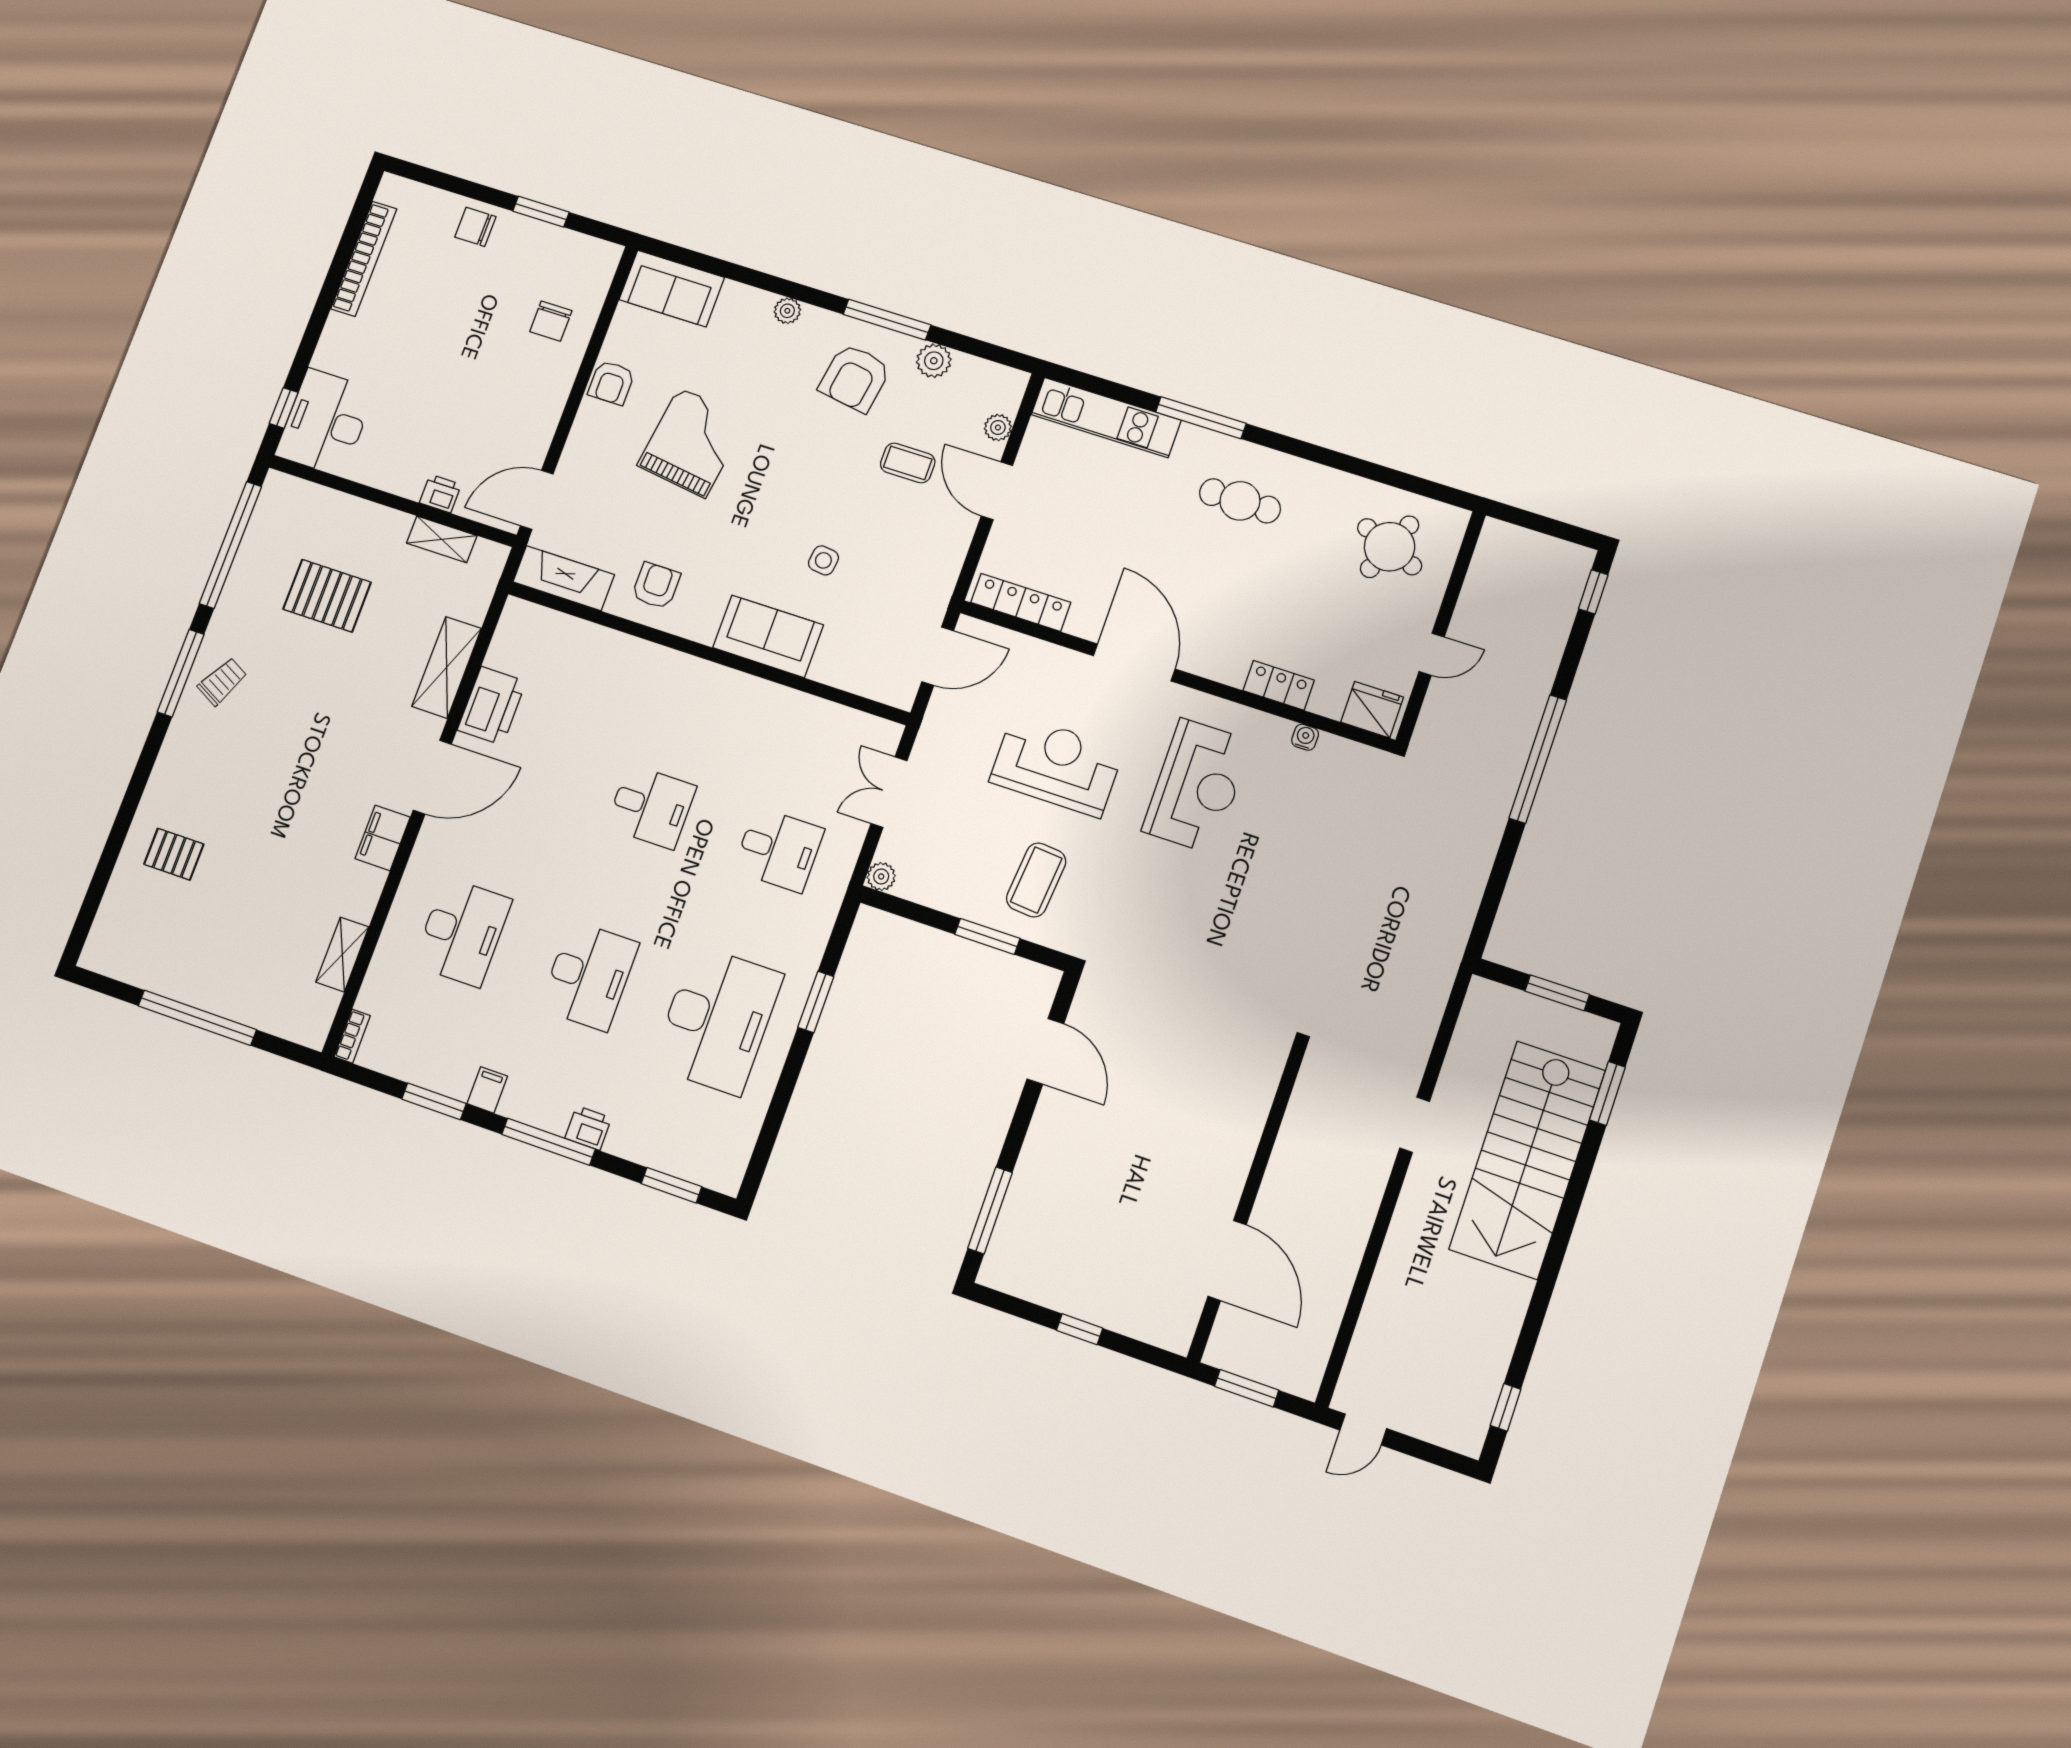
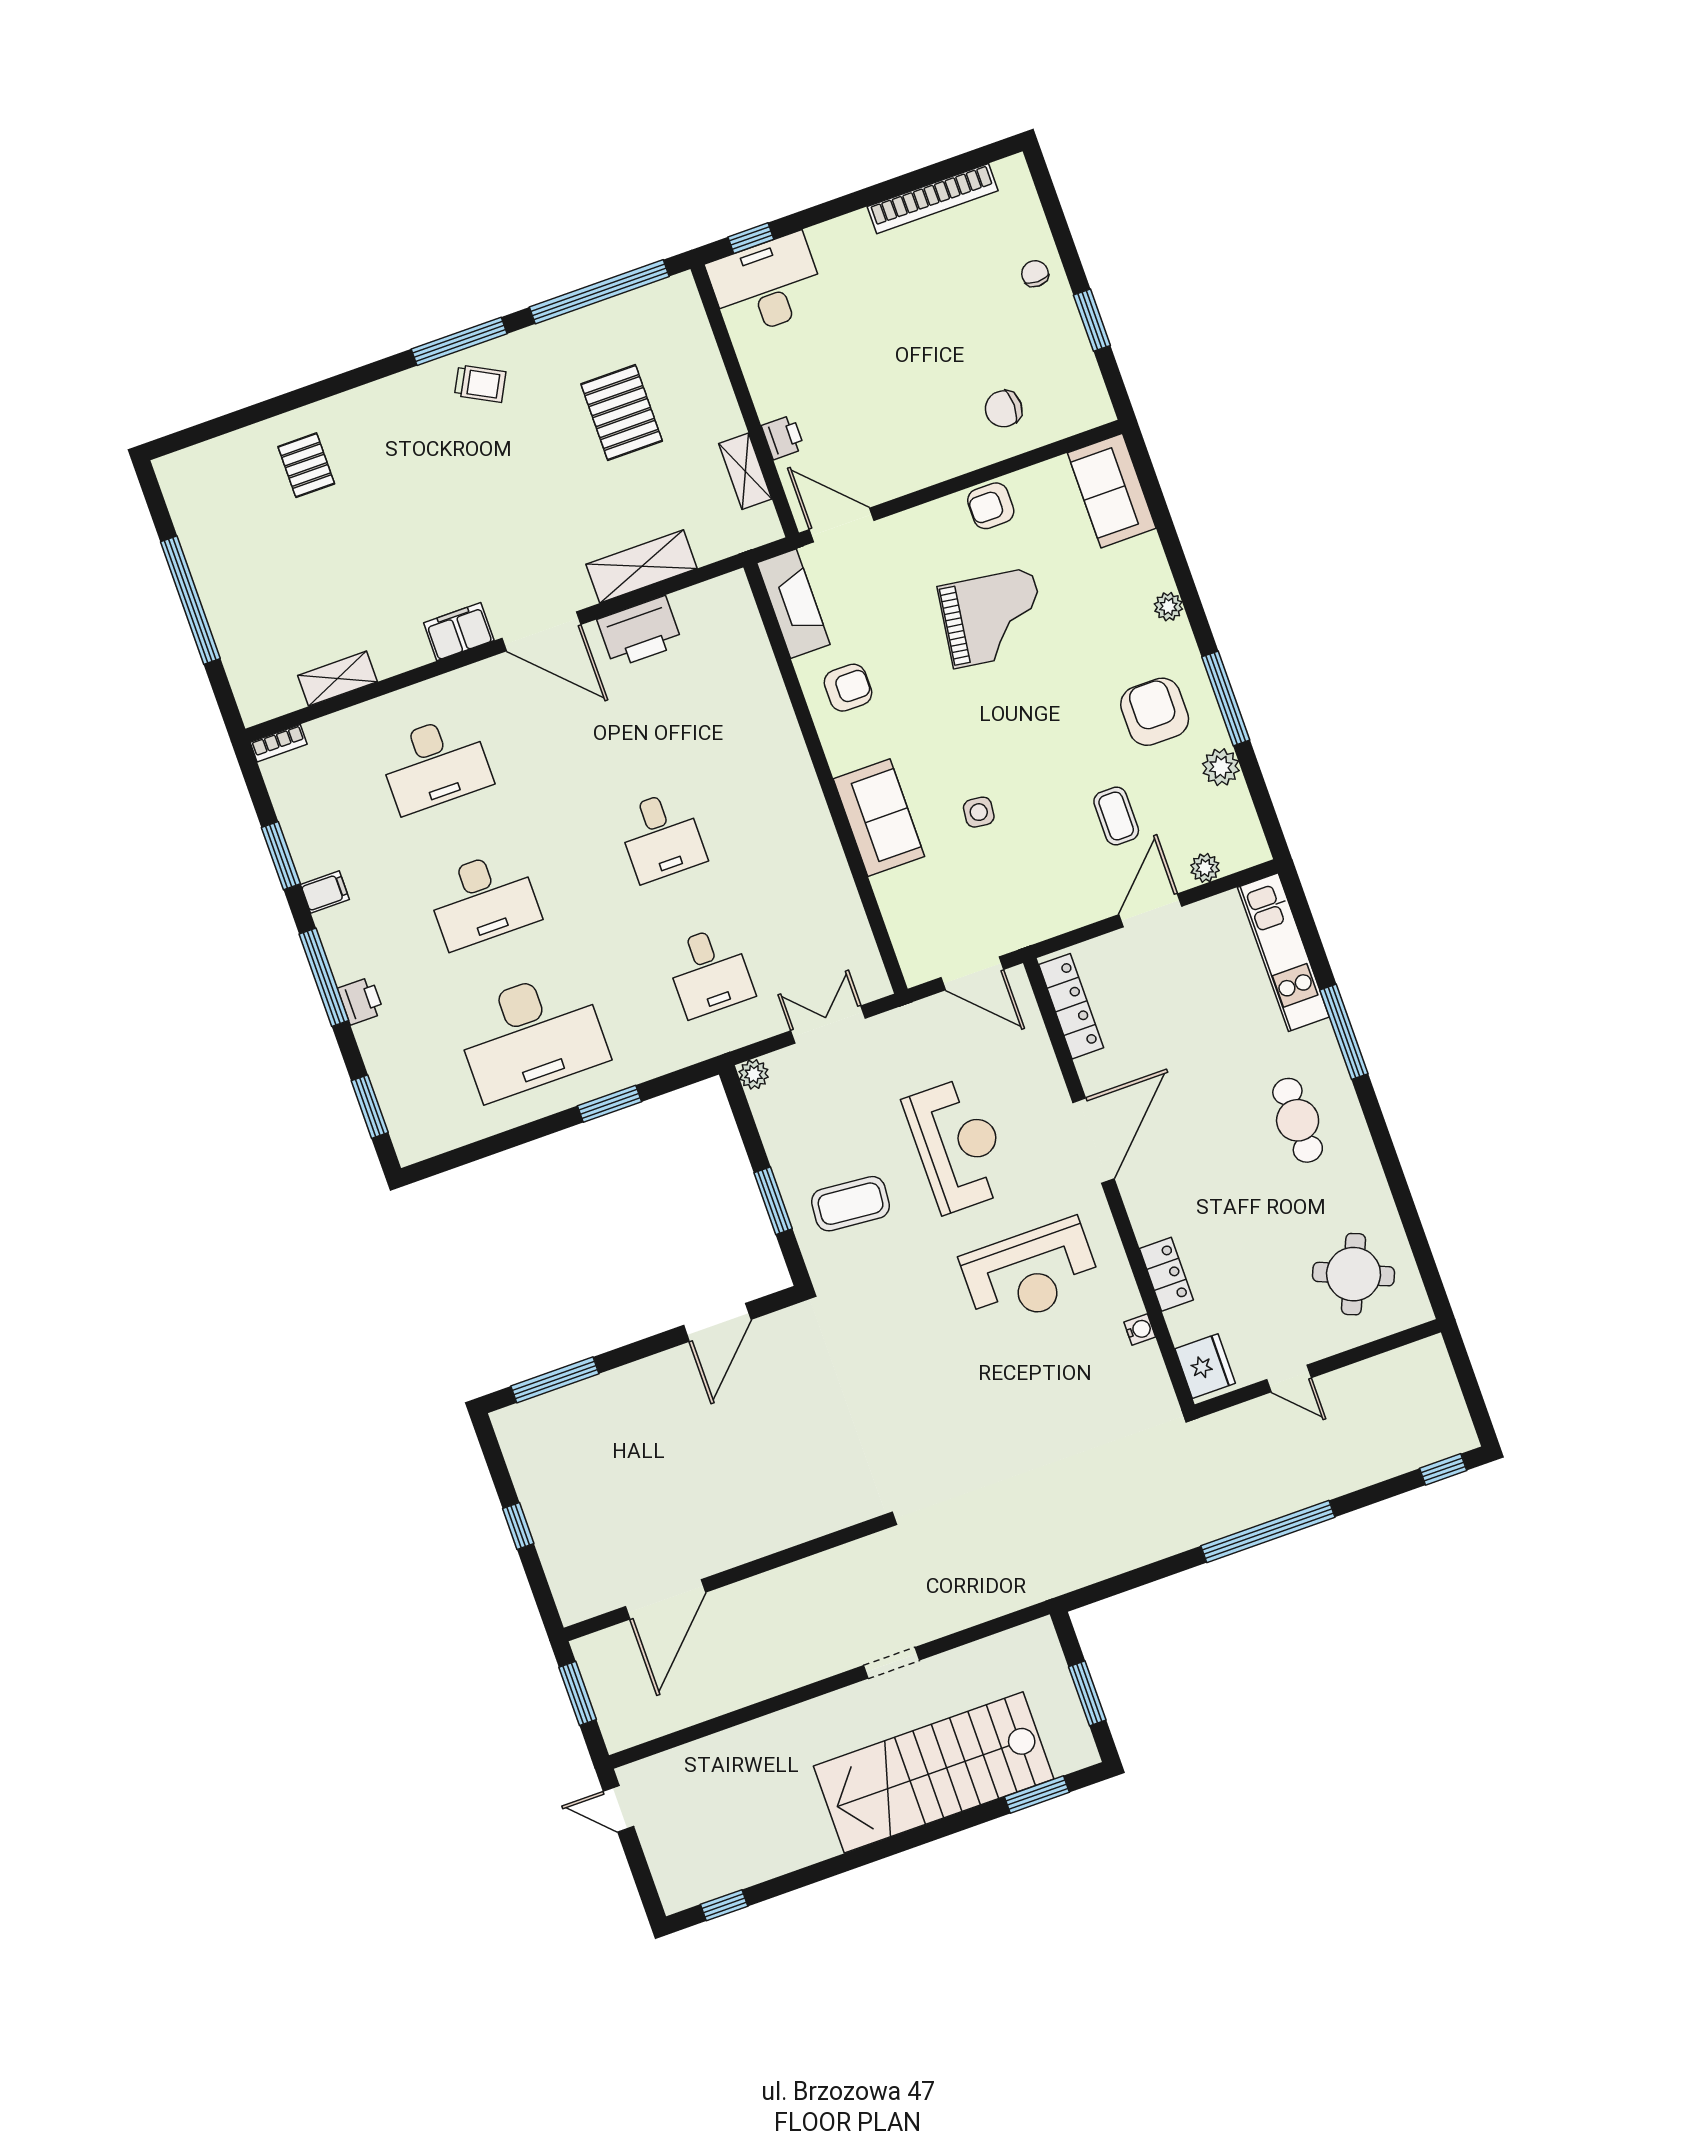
chair: (475, 227) -> (1035, 274), width x0.73, depth x0.73
armchair: (855, 378) -> (1155, 712), turned 81

